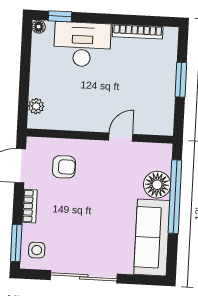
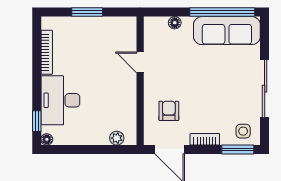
floor lamp: (157, 185) -> (175, 23), width x0.53, depth x0.53
window: (175, 197) -> (222, 12), moved

